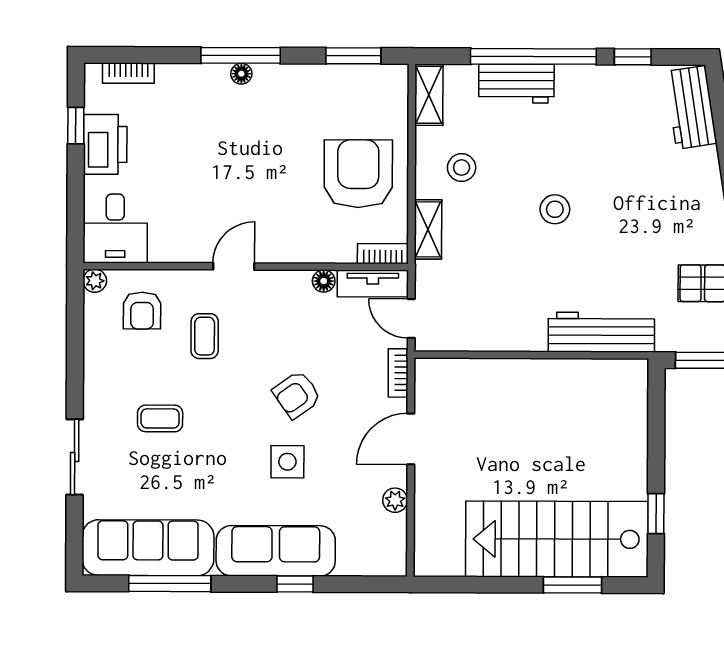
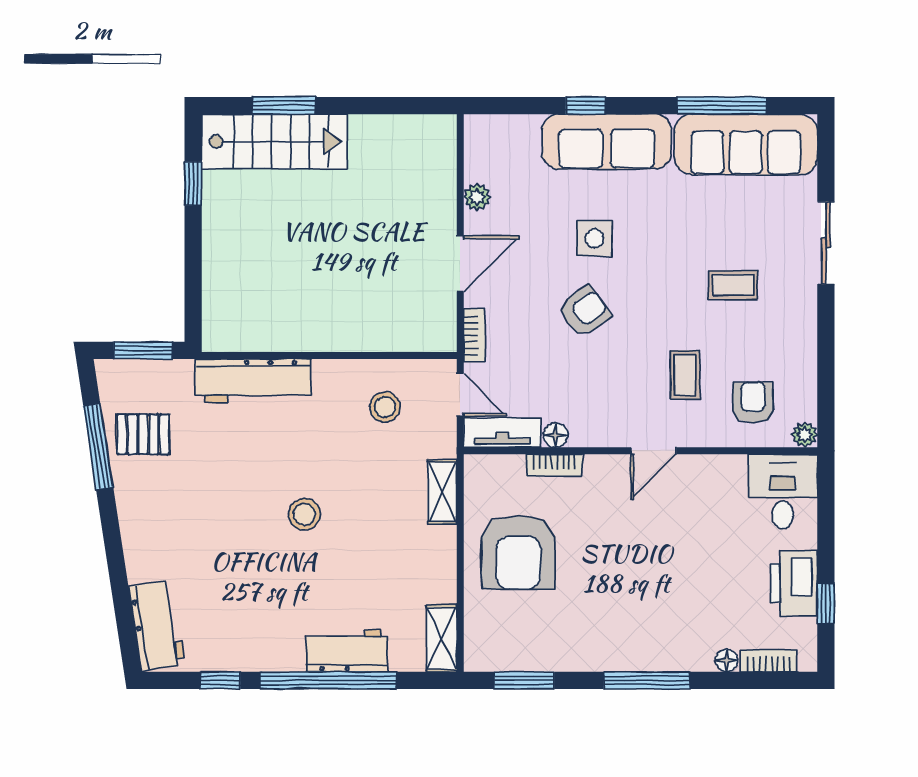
floor lamp: (241, 74) -> (727, 661), moved
stool: (462, 168) -> (385, 407), moved
bookcase: (383, 254) -> (554, 465), moved
stairs: (557, 539) -> (274, 141), width x0.73, depth x0.66

